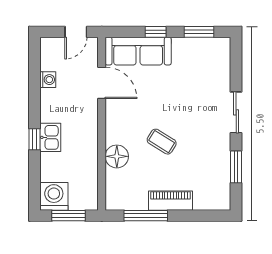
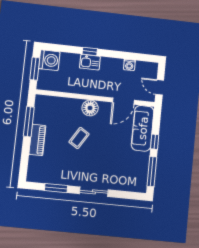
window: (199, 32) -> (152, 172), width x1.44
floor lamp: (117, 156) -> (90, 108), moved

